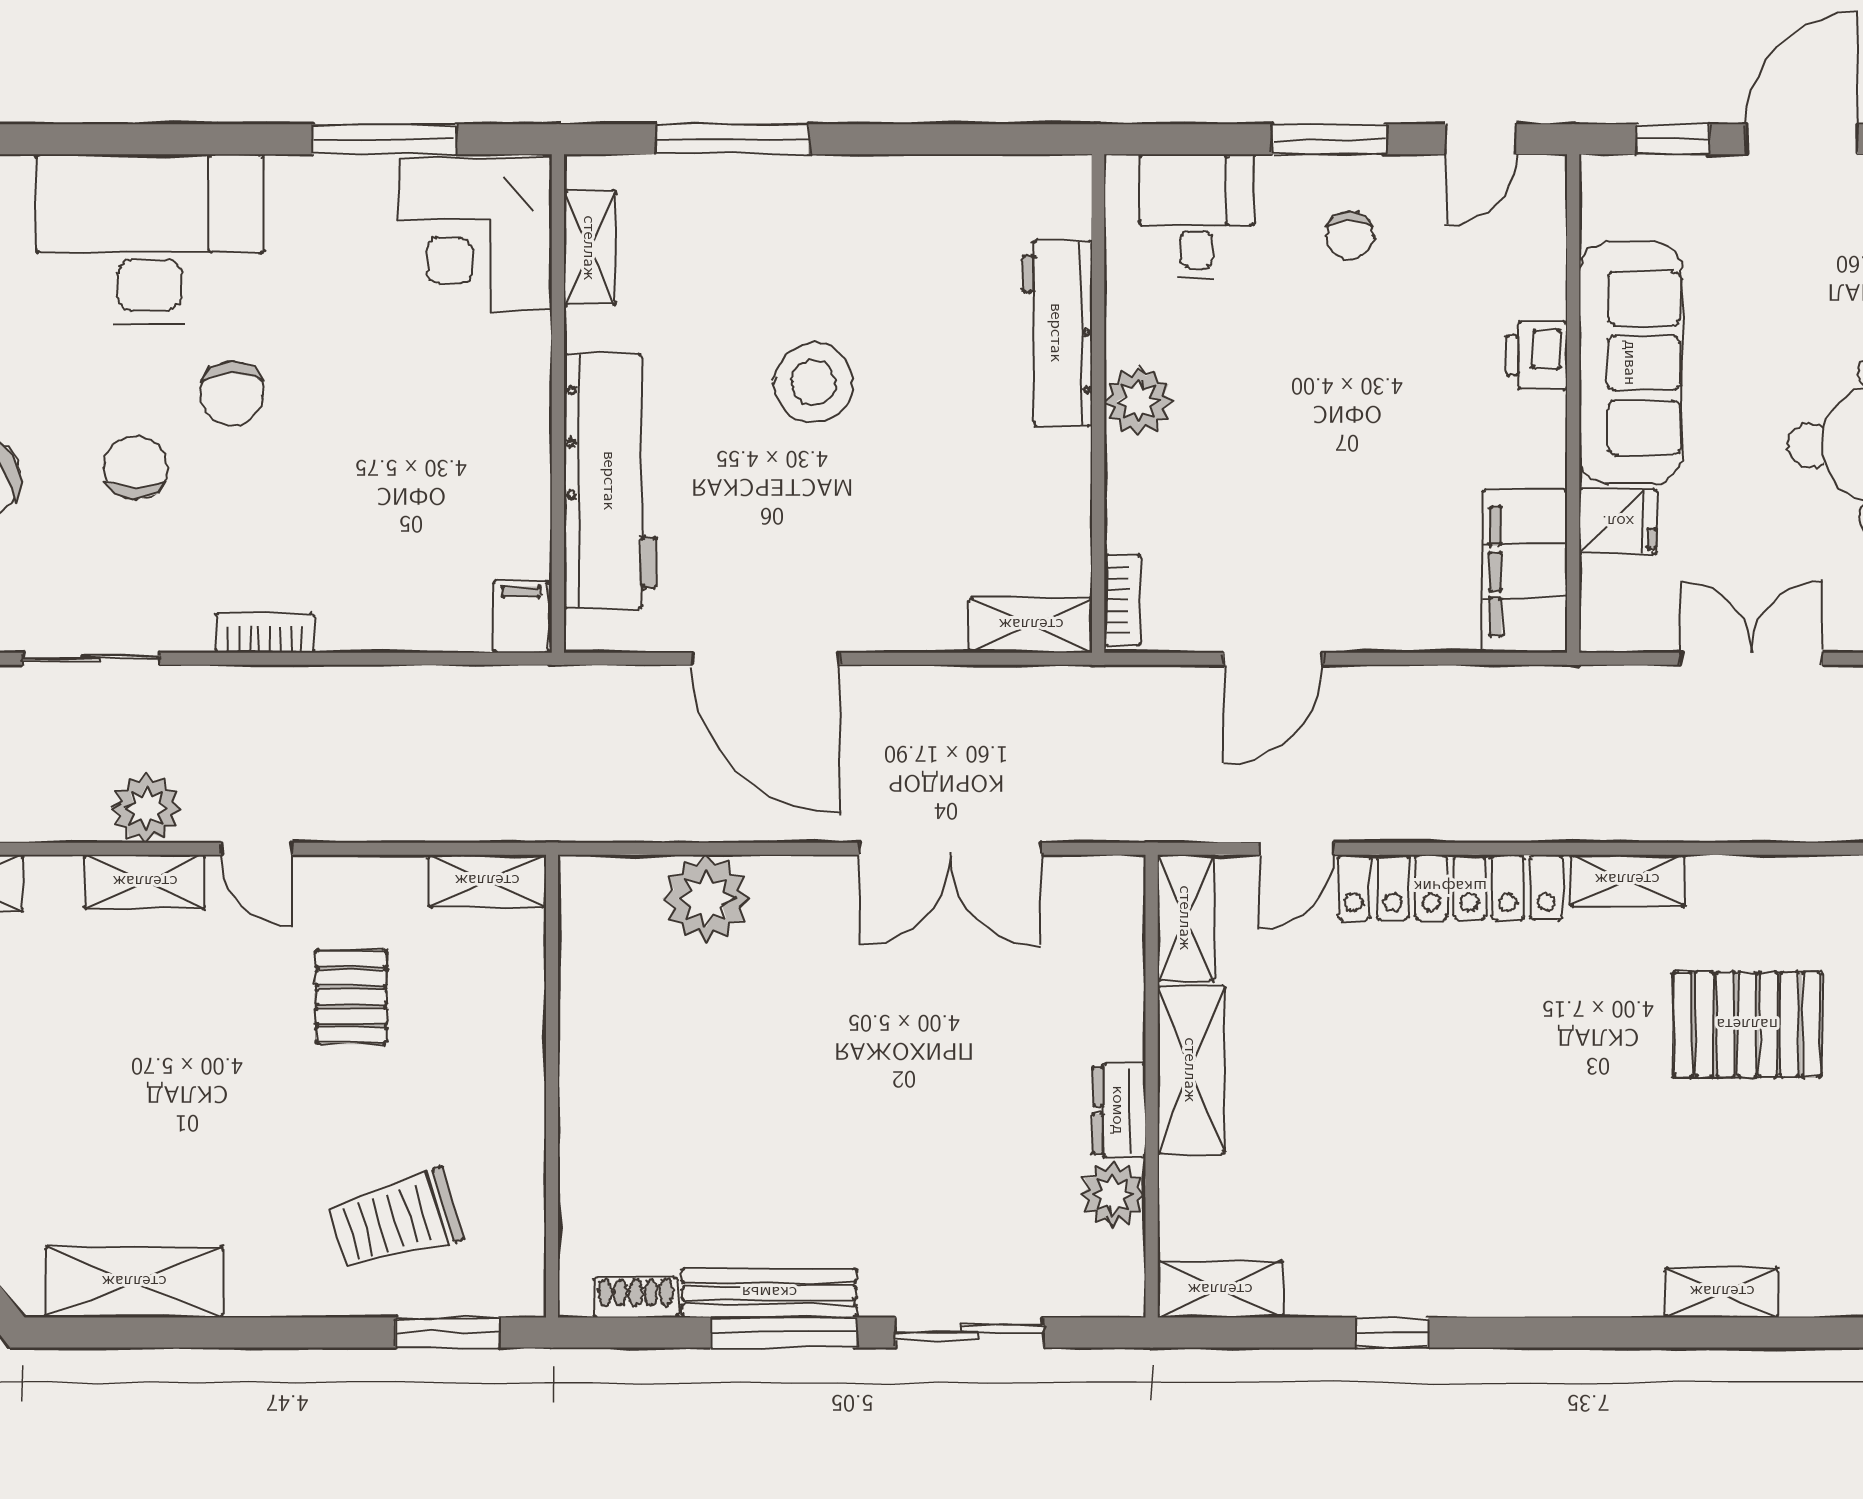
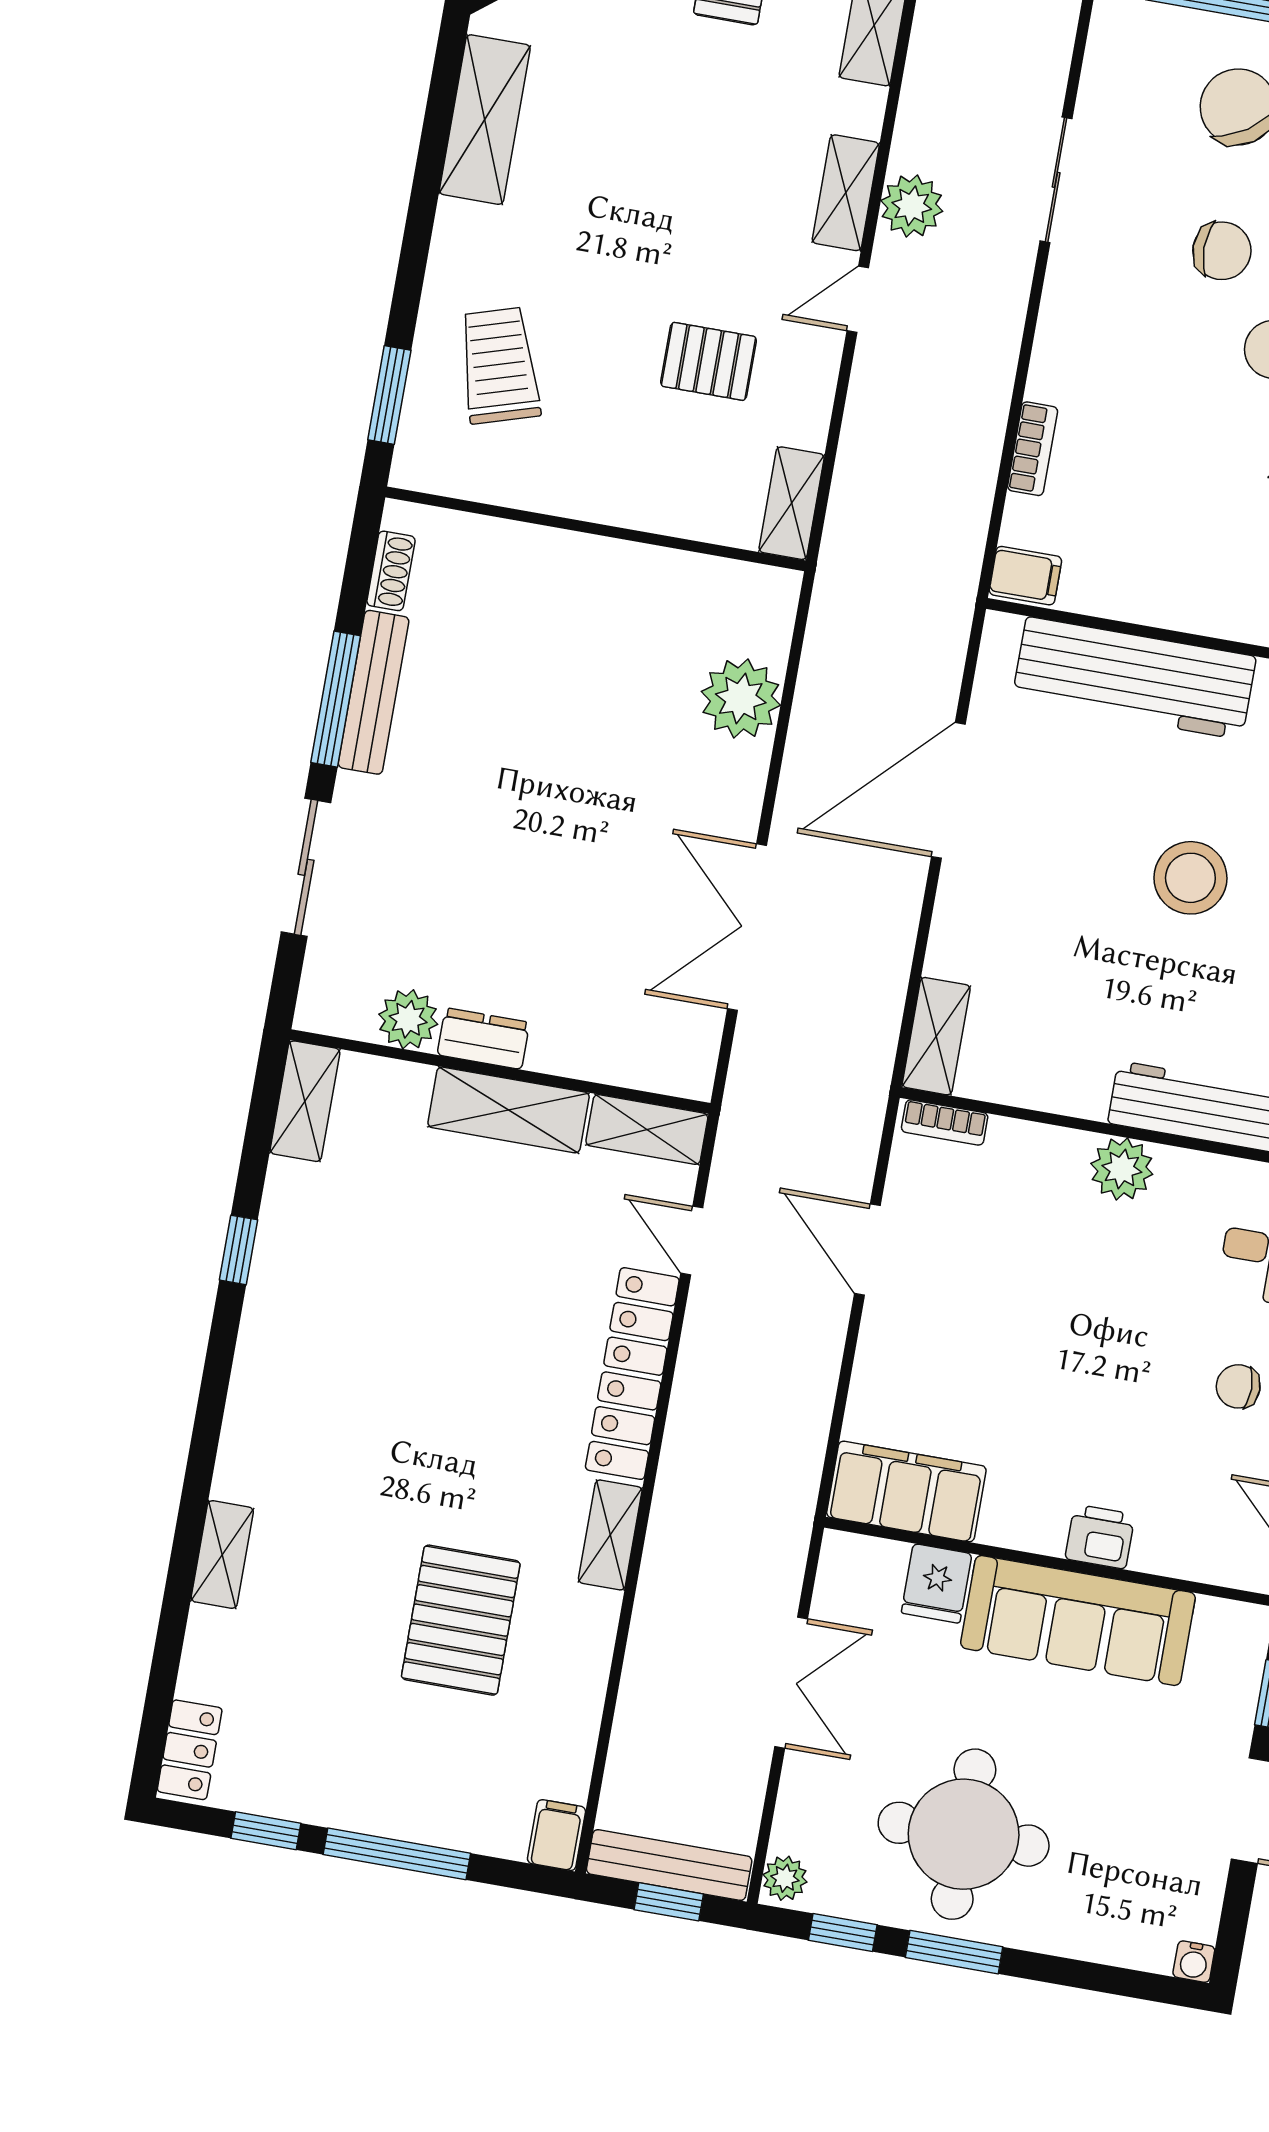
bookcase: (265, 633) -> (1033, 449), moved

